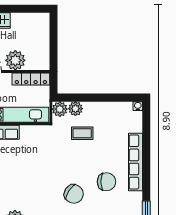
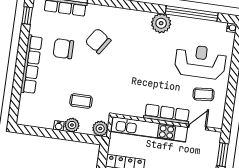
water cooler: (138, 106) -> (59, 126), moved
plant: (75, 109) -> (72, 125), moved

